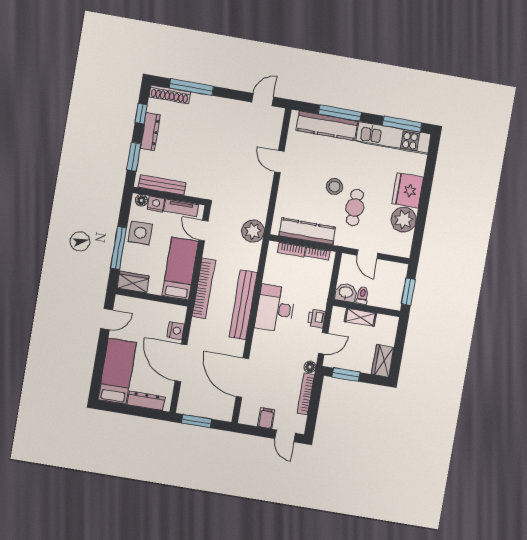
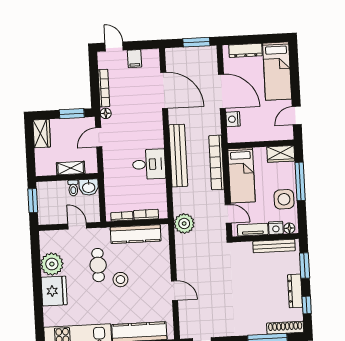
desk: (275, 309) -> (149, 164), width x0.73
printer: (316, 319) -> (110, 158), removed

